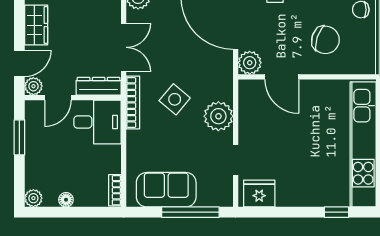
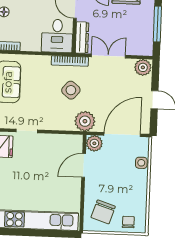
chair: (325, 40) -> (103, 212), moved
double door: (124, 47) -> (108, 56), swing flipped
plant: (218, 116) -> (85, 121), moved

